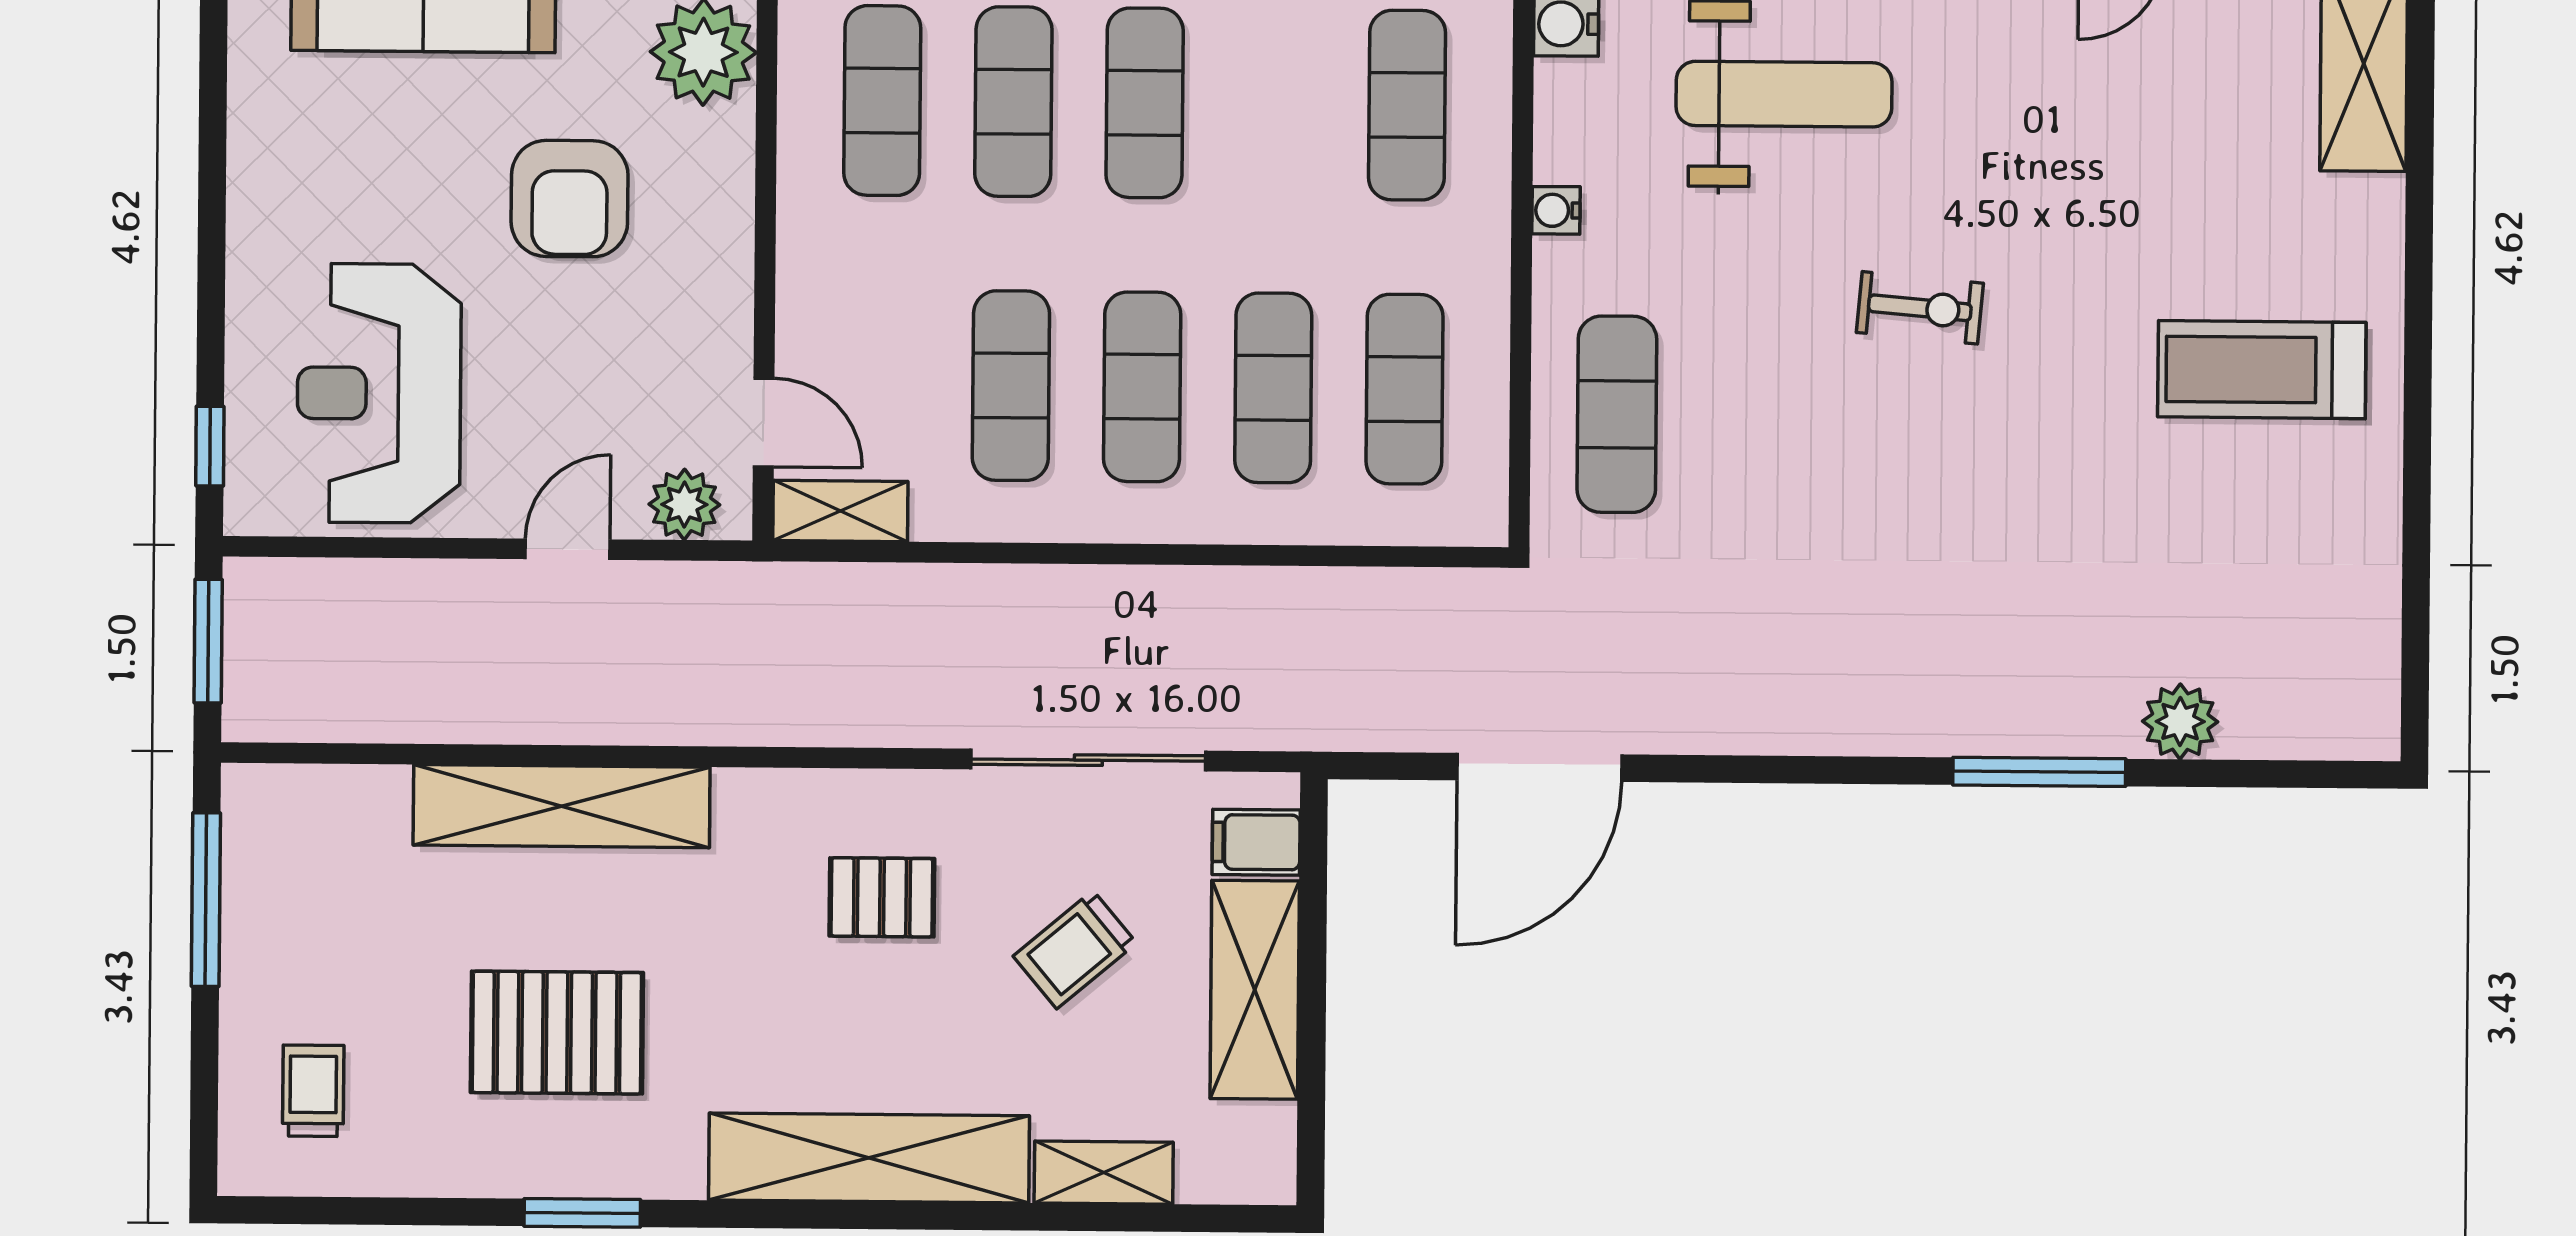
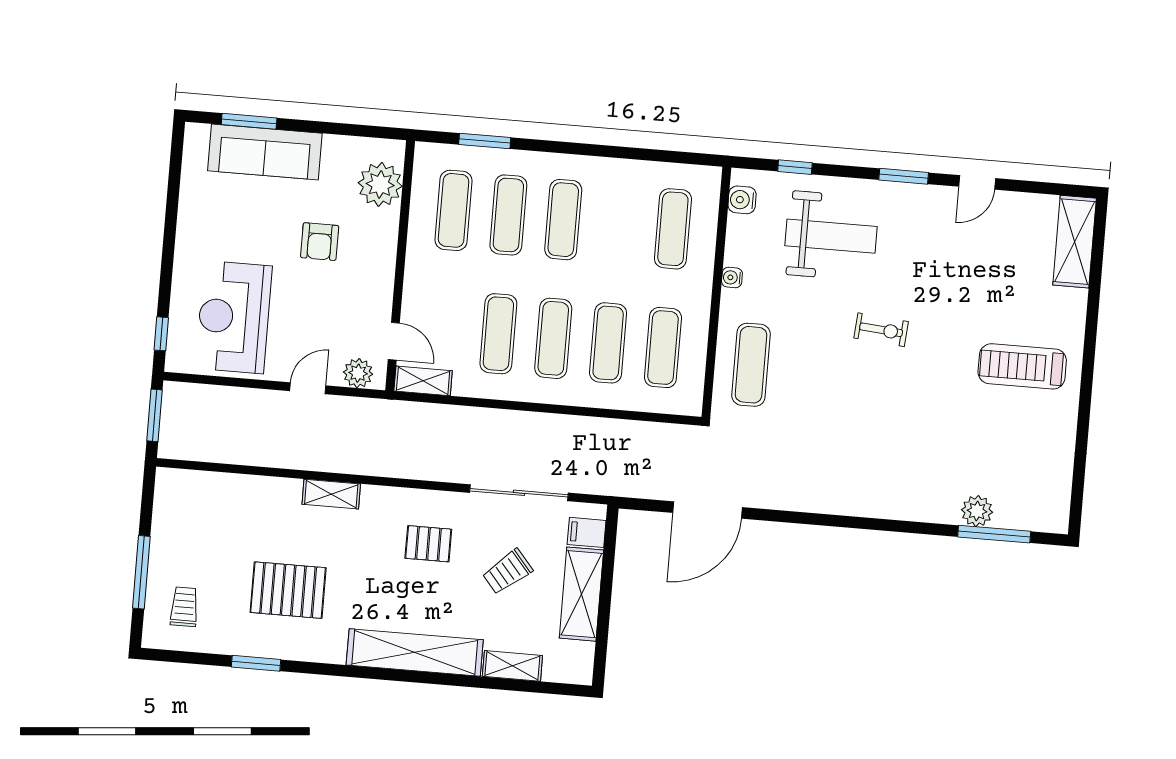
armchair: (570, 199) -> (320, 242), width x0.72, depth x0.72
window: (2039, 772) -> (994, 534), moved
shelving: (562, 806) -> (331, 494), width x0.45, depth x0.75
window: (206, 900) -> (141, 572), moved
window: (582, 1213) -> (256, 663), moved

